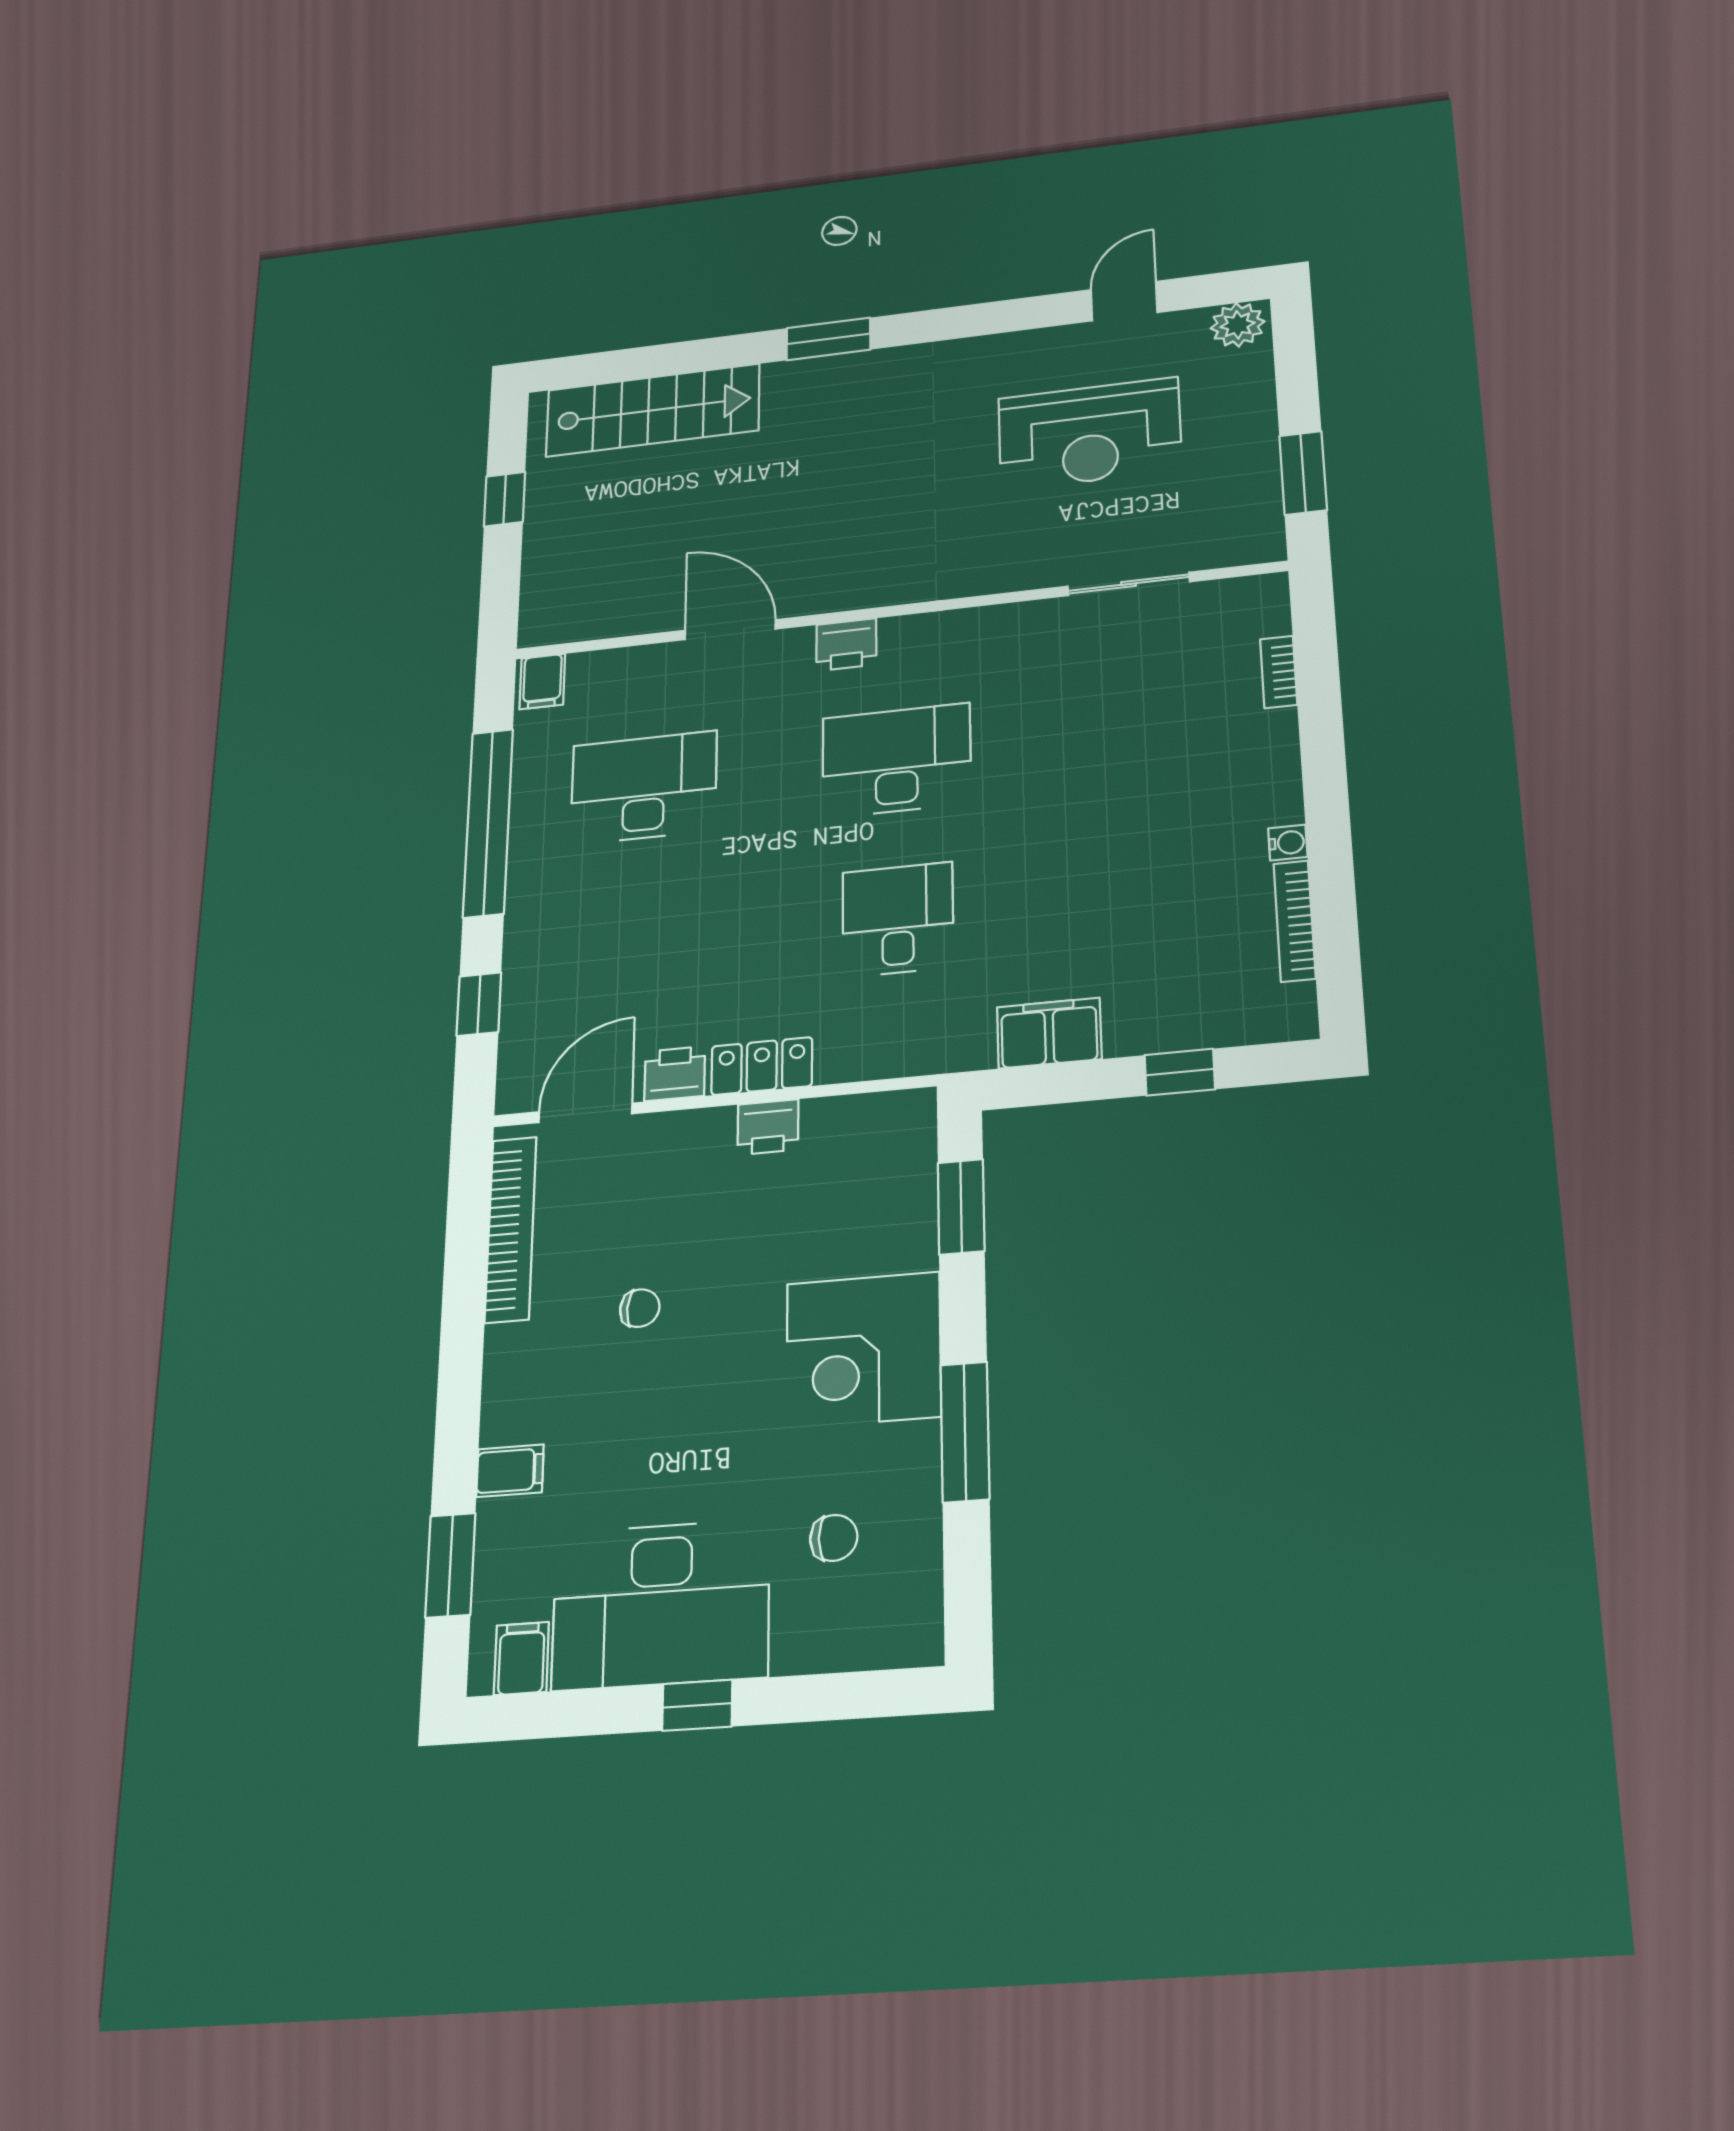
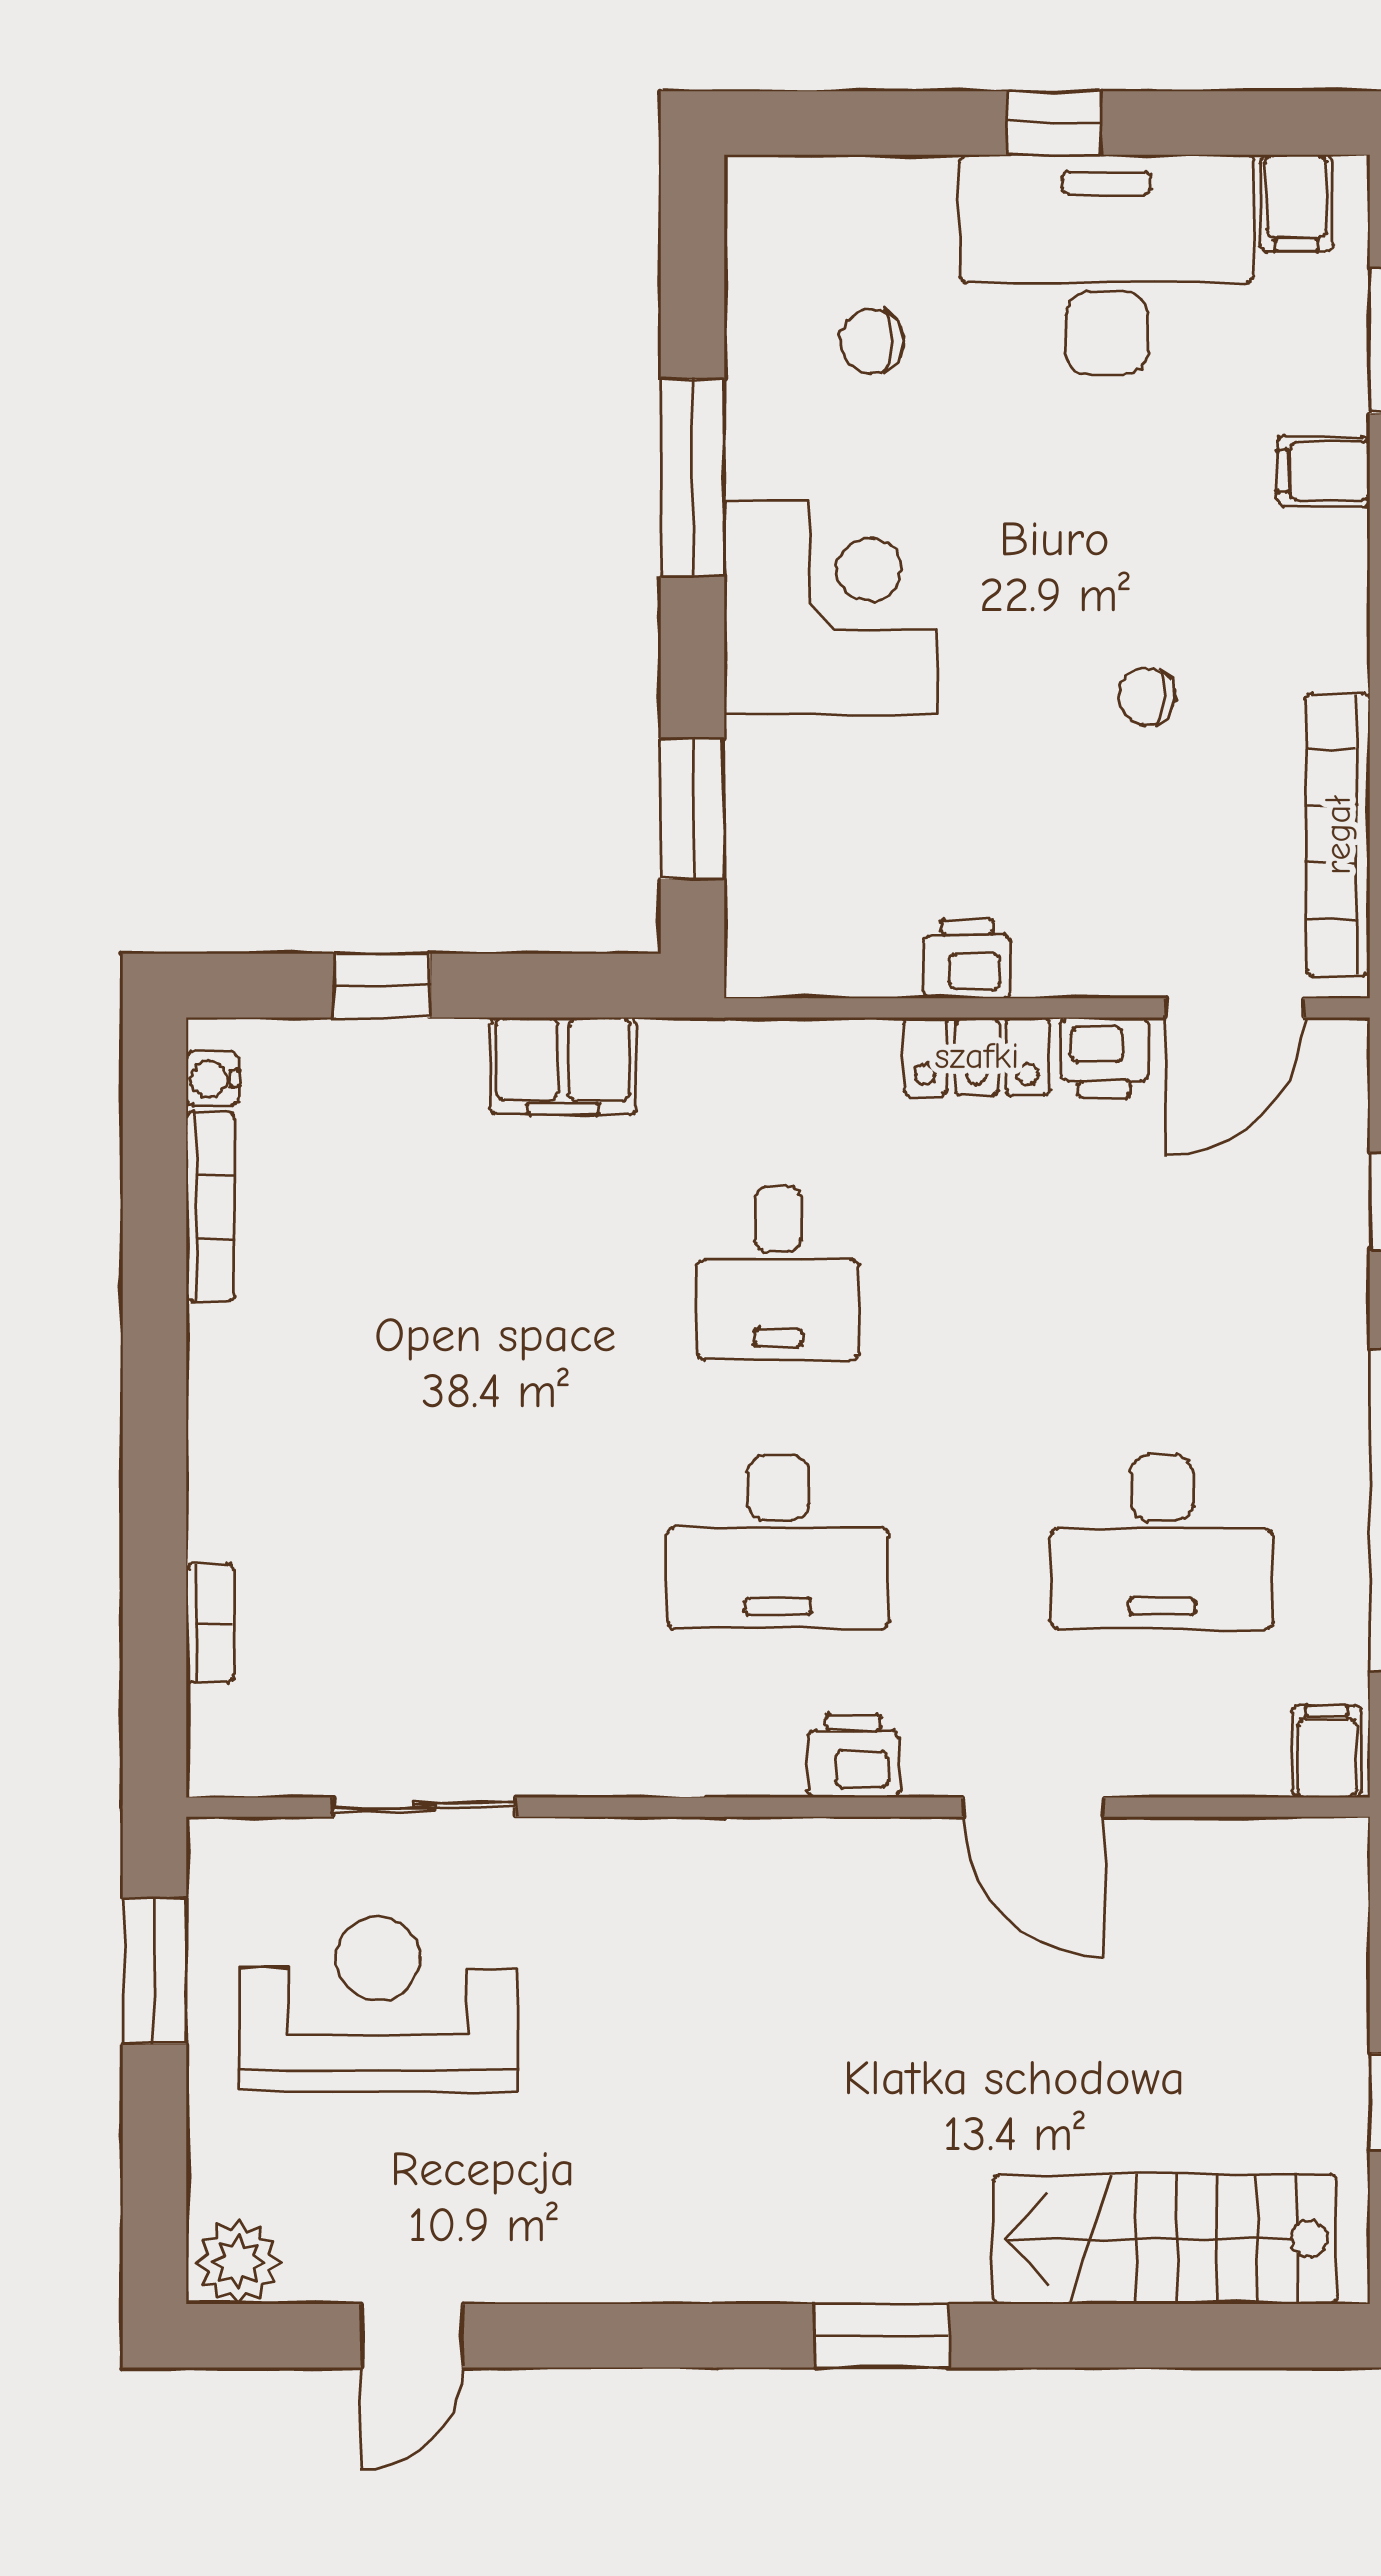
reception desk: (1090, 434) -> (378, 2004), moved
water cooler: (1288, 843) -> (213, 1079), moved

